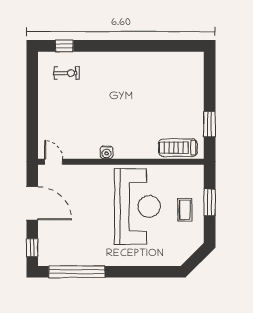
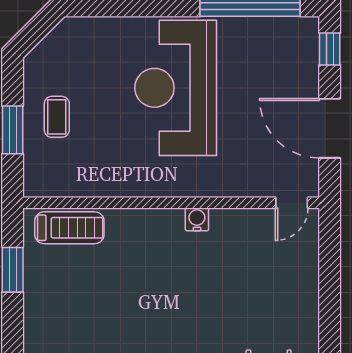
door: (54, 162) -> (292, 203), hinge flipped
reception desk: (137, 206) -> (176, 88), moved

